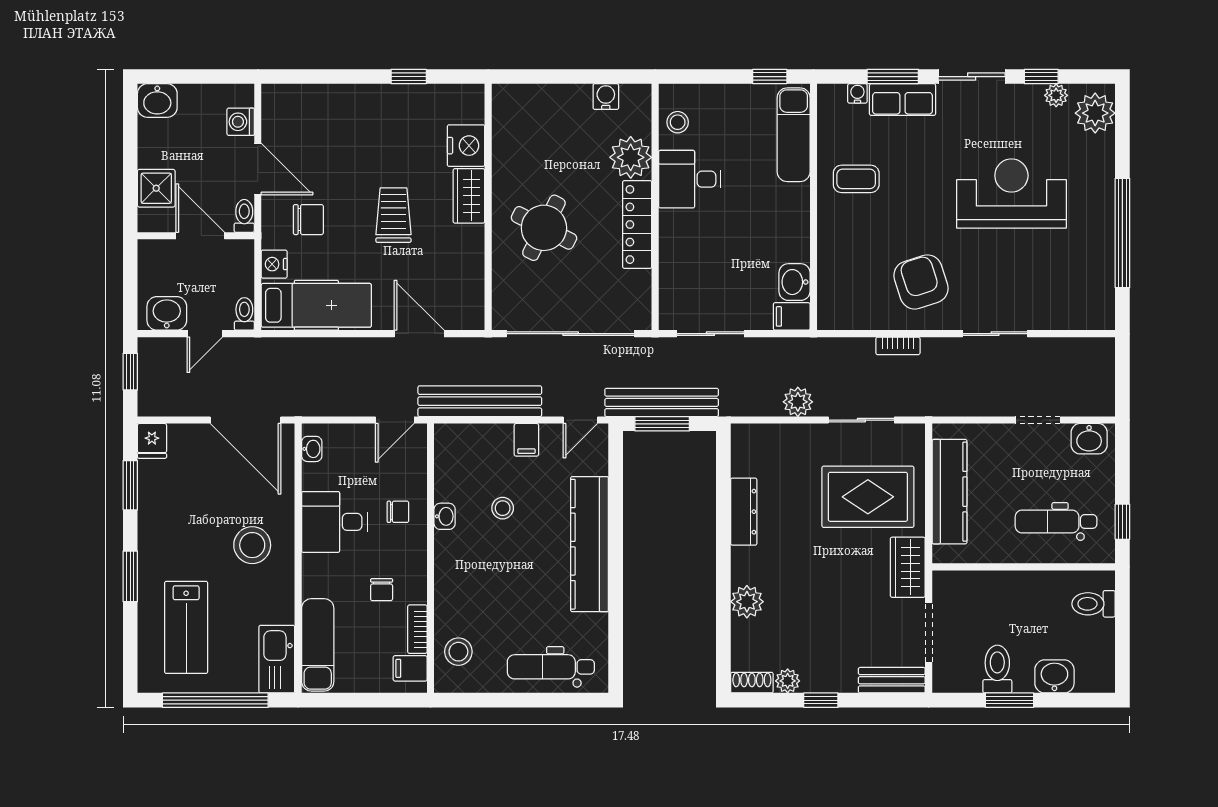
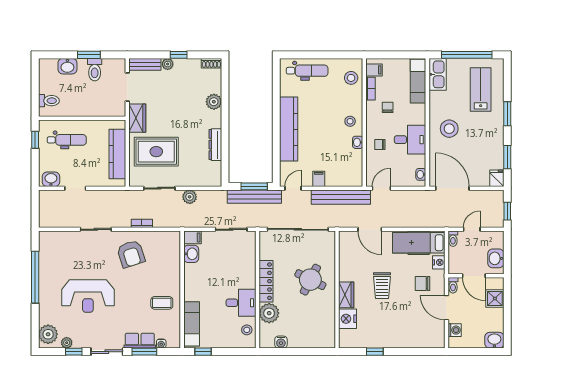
washbasin: (167, 313) -> (496, 258), moved, turned 90
stool: (503, 508) -> (350, 121), moved
plant: (788, 681) -> (168, 64), moved

